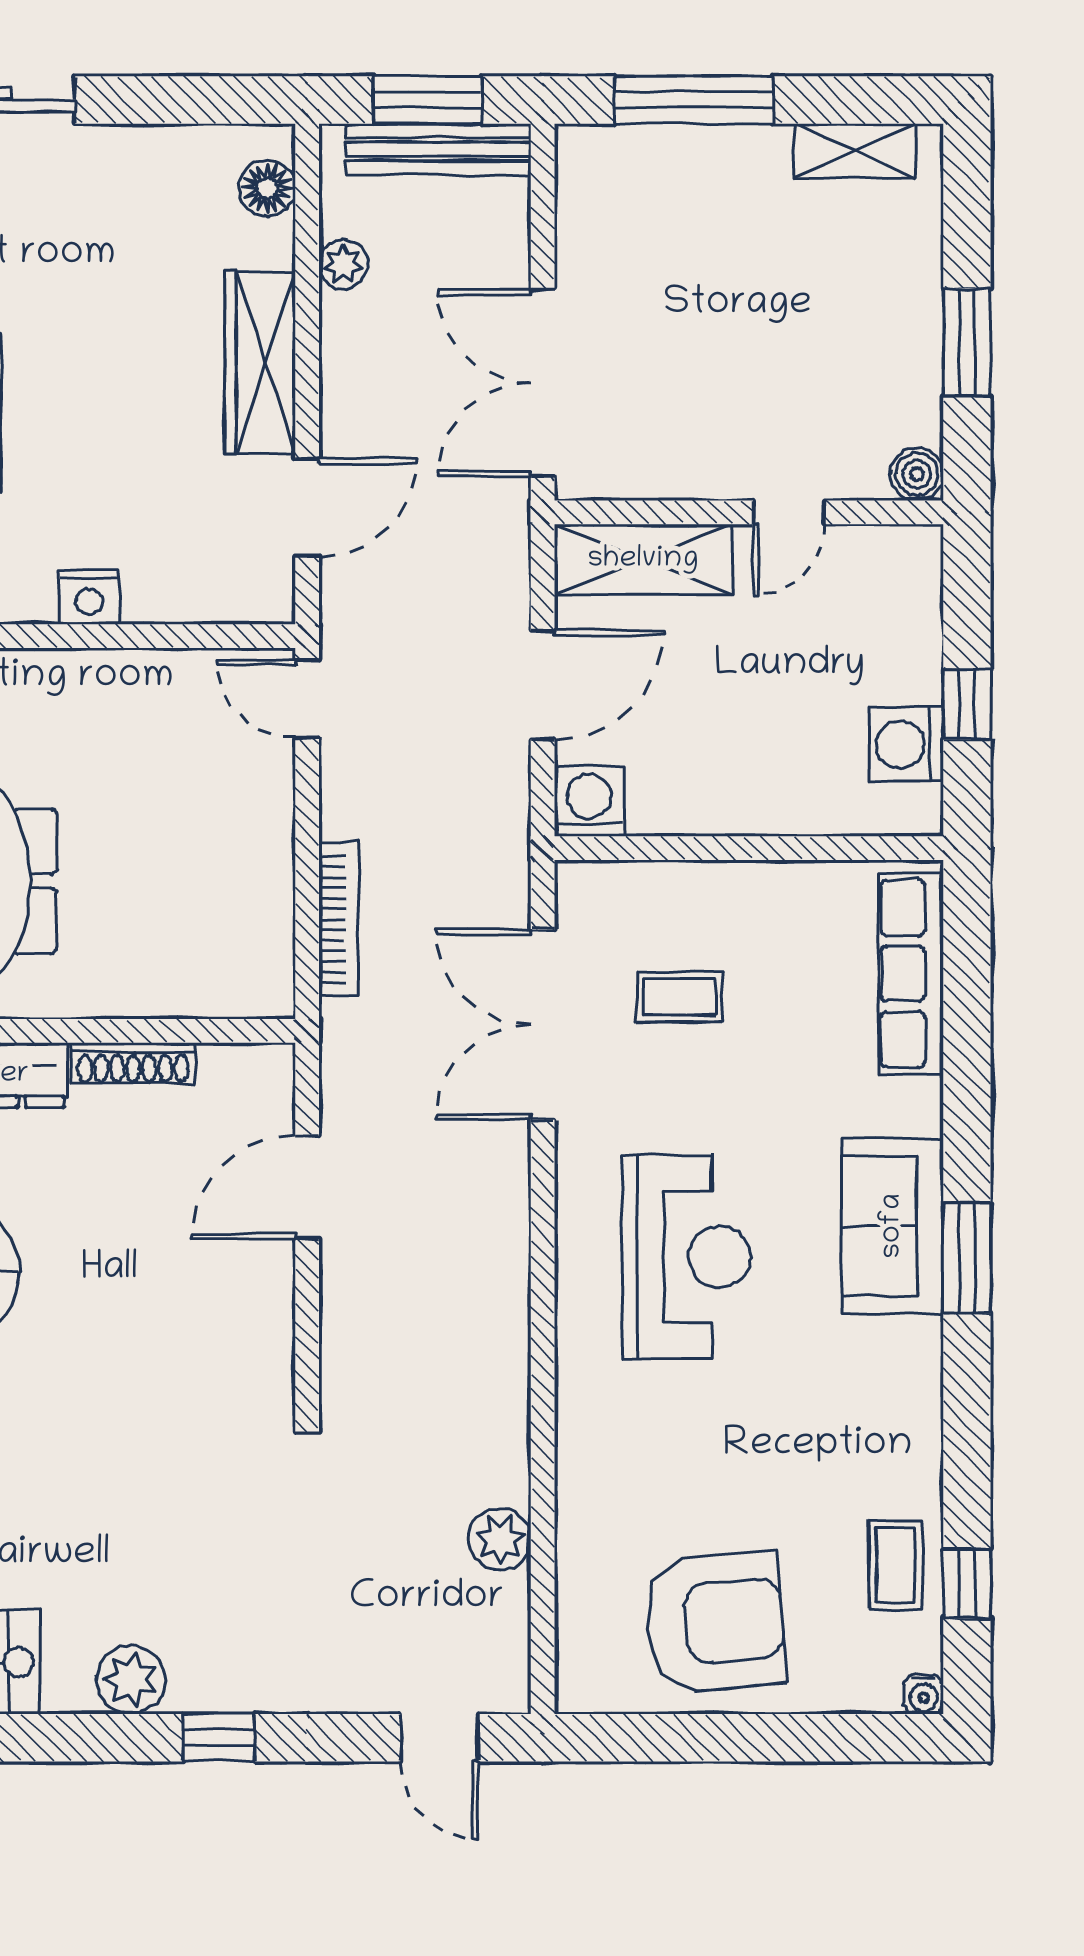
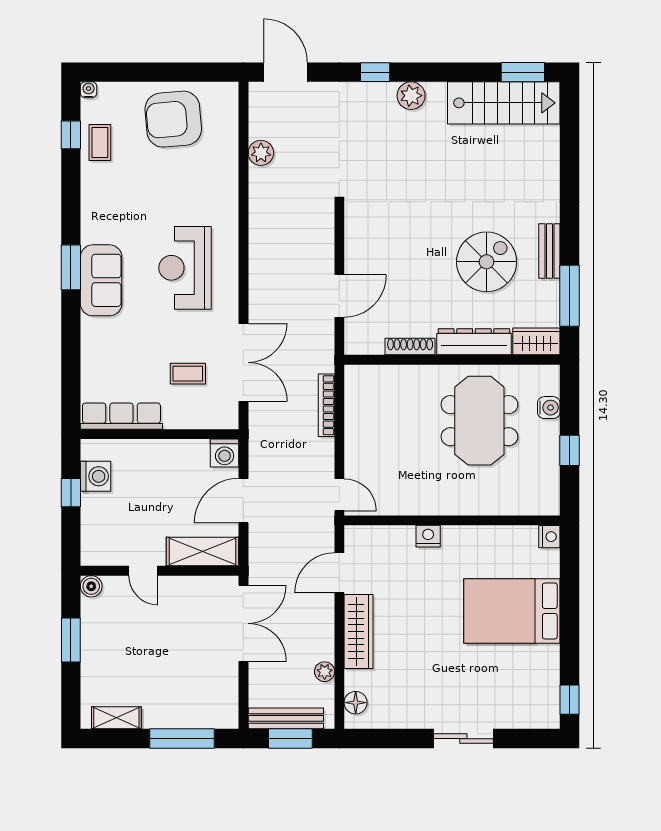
door: (789, 512) -> (143, 571), swing flipped
row of seats: (911, 973) -> (121, 416), moved, turned -90
door: (439, 1738) -> (286, 72), width x1.38

